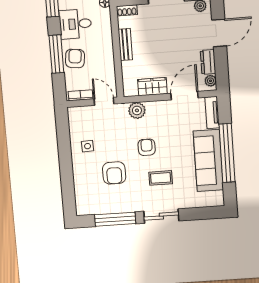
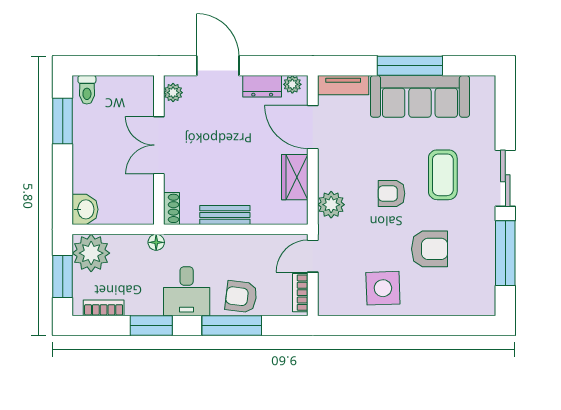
side table: (88, 146) -> (383, 288), width x1.87, depth x1.87
window: (227, 153) -> (410, 66), width x0.68
coffee table: (161, 178) -> (443, 175), width x1.36, depth x1.30

